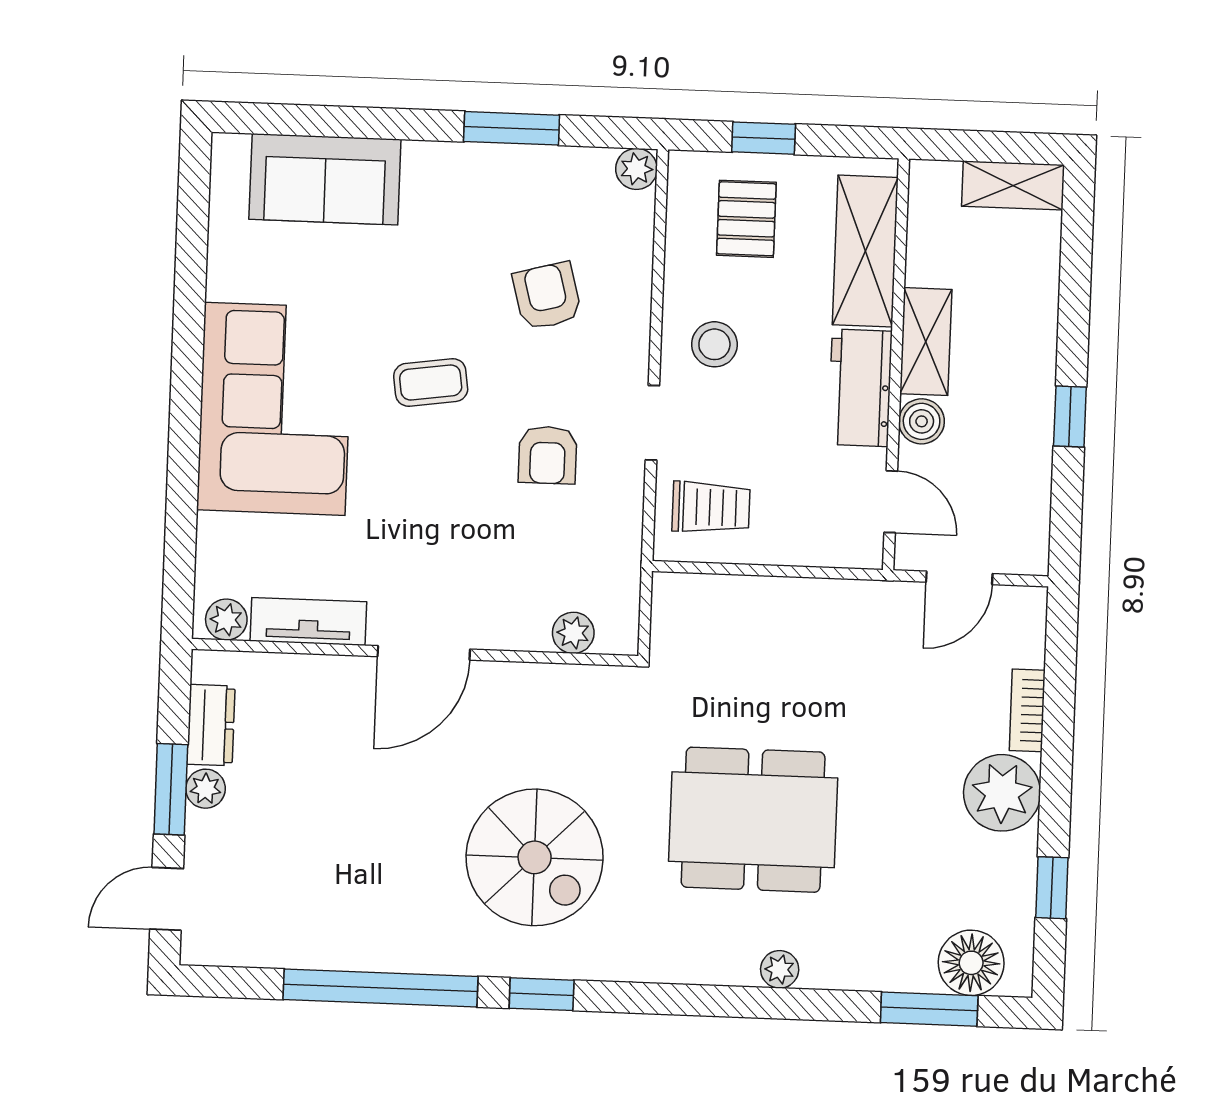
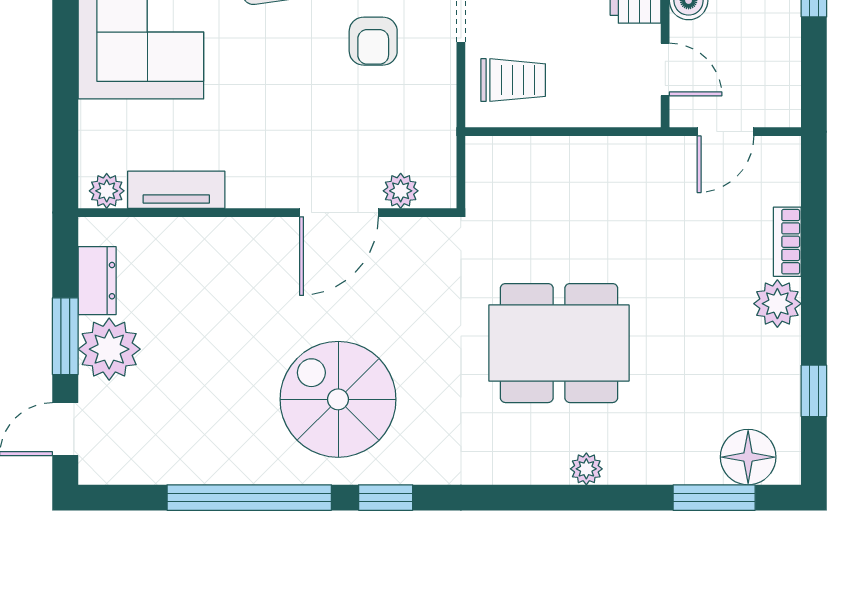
door: (424, 653) -> (339, 213), moved
plant: (206, 789) -> (109, 349), width x1.88, depth x1.88
plant: (1002, 793) -> (777, 304), width x0.73, depth x0.73
spiral stairs: (535, 857) -> (338, 399), moved, turned 180

